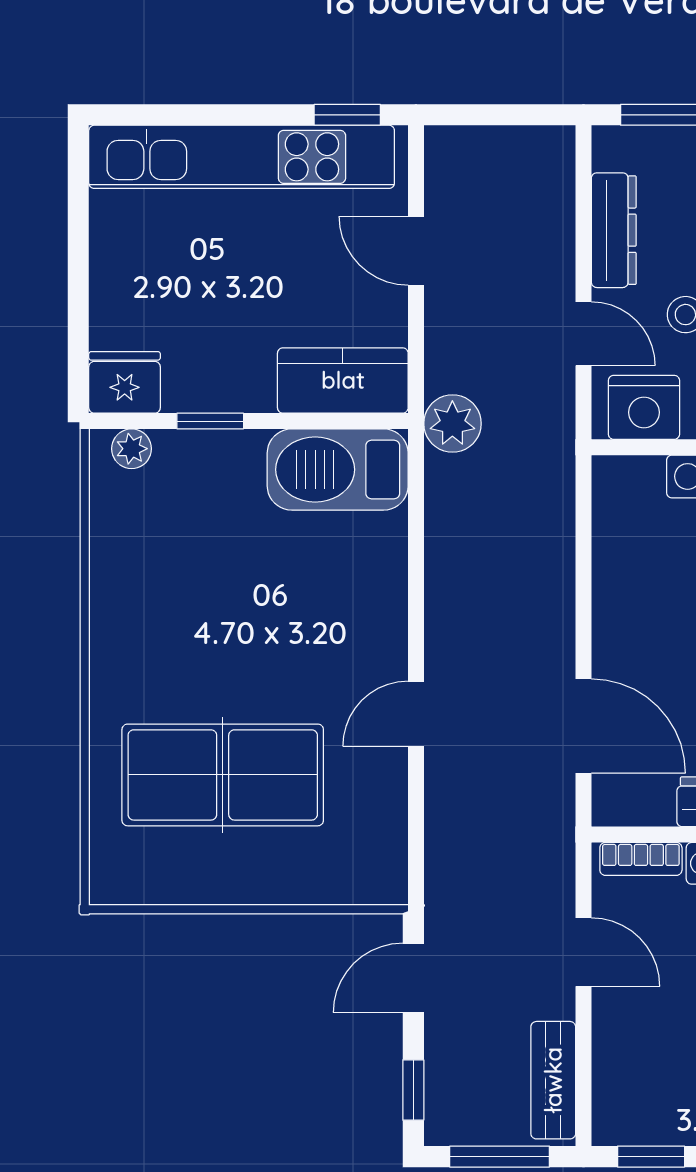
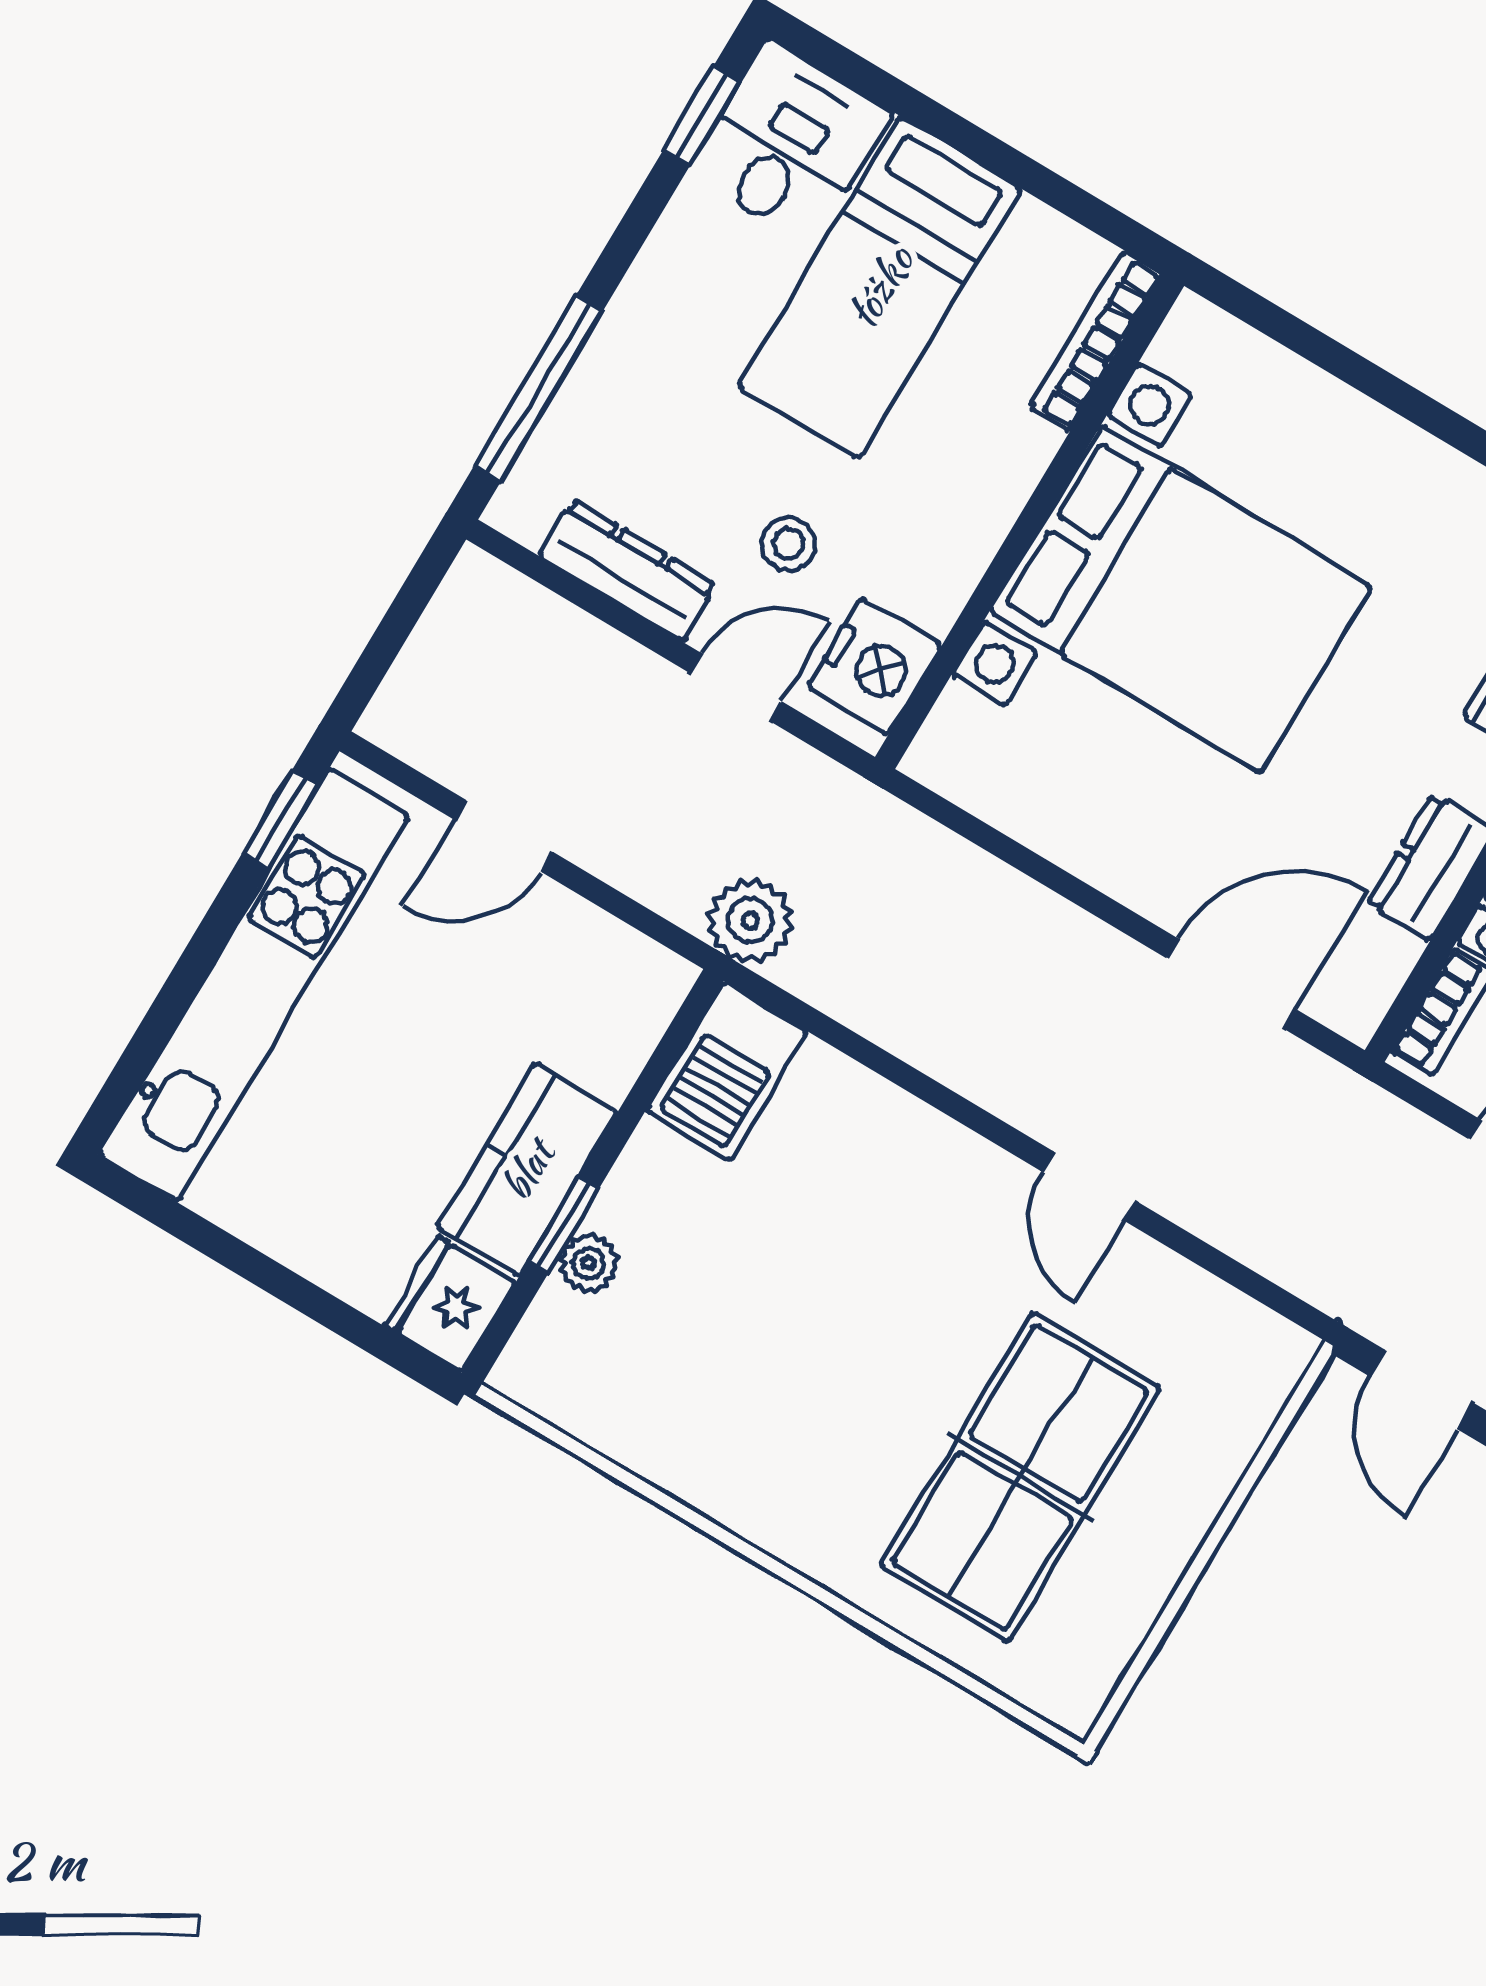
kitchen counter: (343, 380) -> (527, 1170), moved
plant: (132, 449) -> (588, 1263), moved
barbecue: (338, 470) -> (727, 1071), width x0.73, depth x0.83

